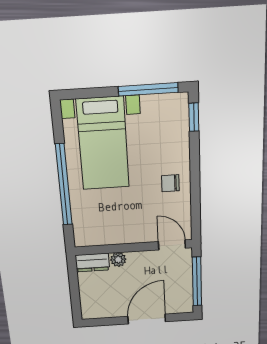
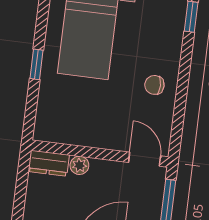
window: (64, 185) -> (37, 64), width x0.32

